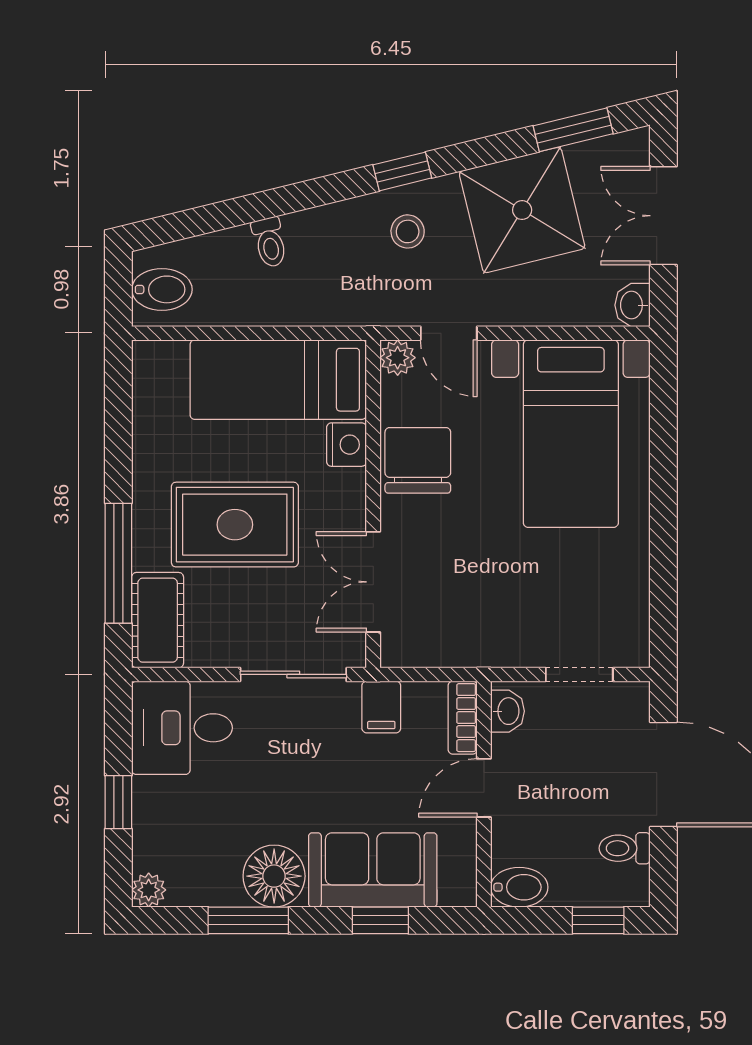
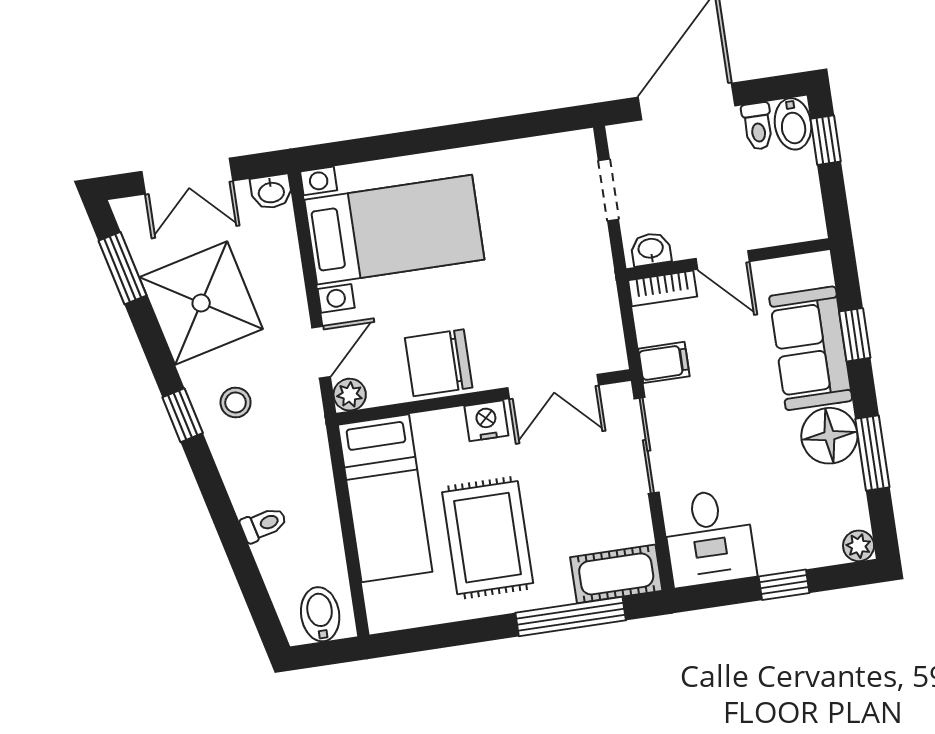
nightstand: (347, 445) -> (486, 421), moved
rug: (235, 525) -> (488, 538), moved
bidet: (519, 887) -> (793, 124), moved, turned 180

